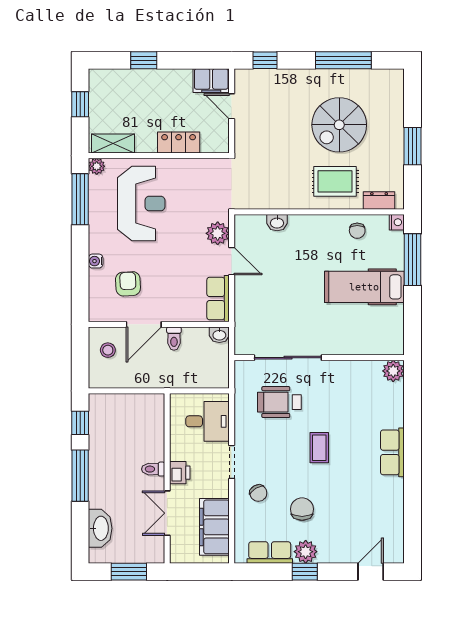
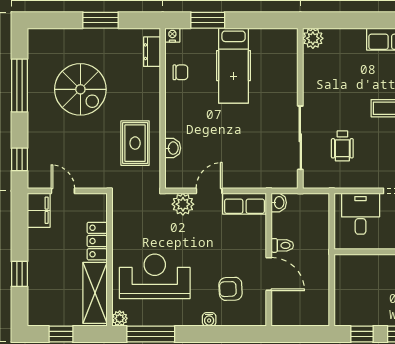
door: (232, 106) -> (63, 191), swing flipped
shelving: (113, 143) -> (95, 293), width x1.50, depth x1.33
rug: (335, 181) -> (135, 143), moved
window: (412, 260) -> (208, 20), width x0.69
stool: (108, 350) -> (293, 308), removed
wheelchair: (279, 402) -> (342, 146), width x0.73, depth x0.73

